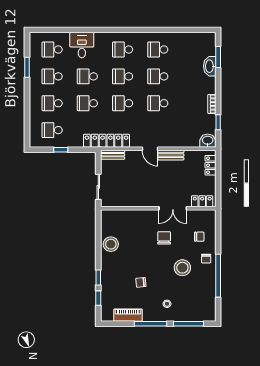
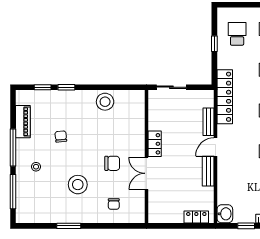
bench: (113, 155) -> (209, 122), moved
locker: (202, 201) -> (155, 144), moved
chair: (206, 259) -> (88, 212), removed
window: (218, 276) -> (69, 226), width x0.47

